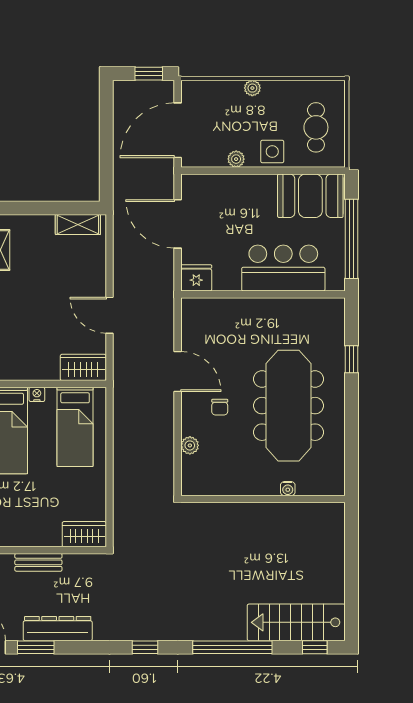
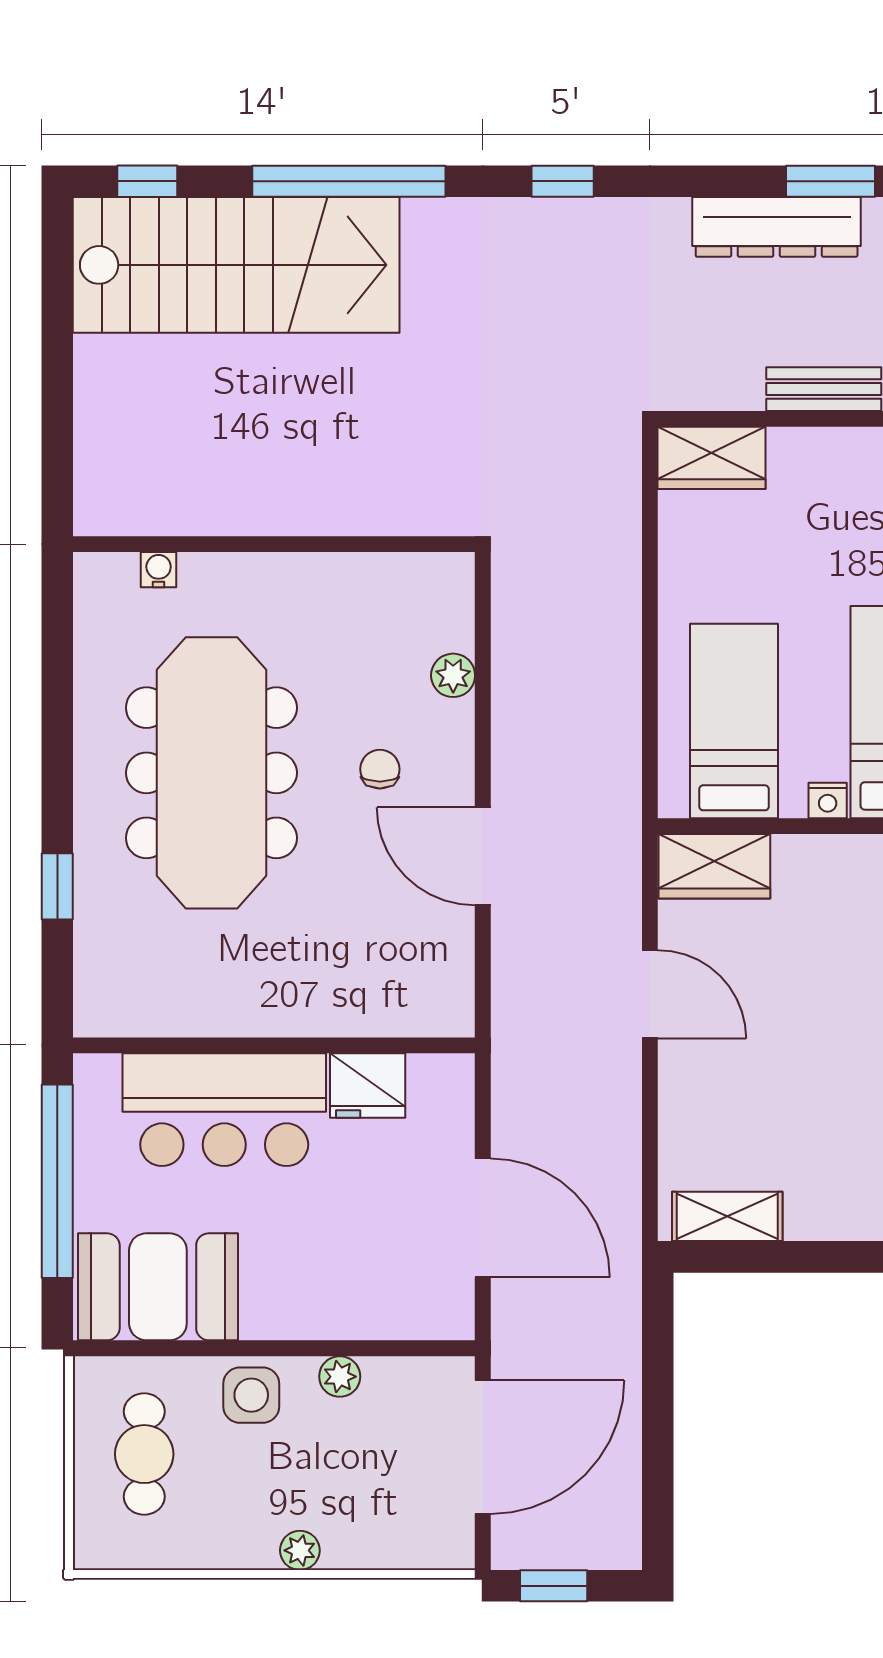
fridge: (196, 278) -> (368, 1086), moved
water cooler: (288, 489) -> (159, 570), moved
stairs: (296, 622) -> (236, 265), width x1.36, depth x1.51

